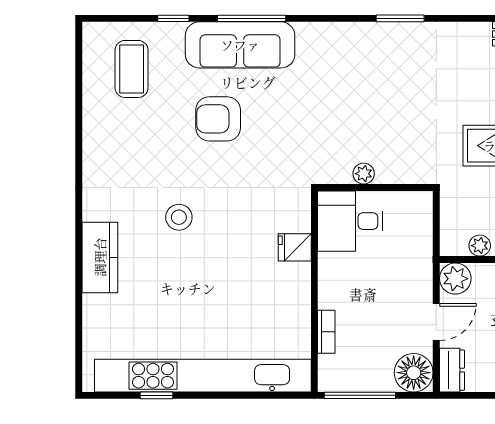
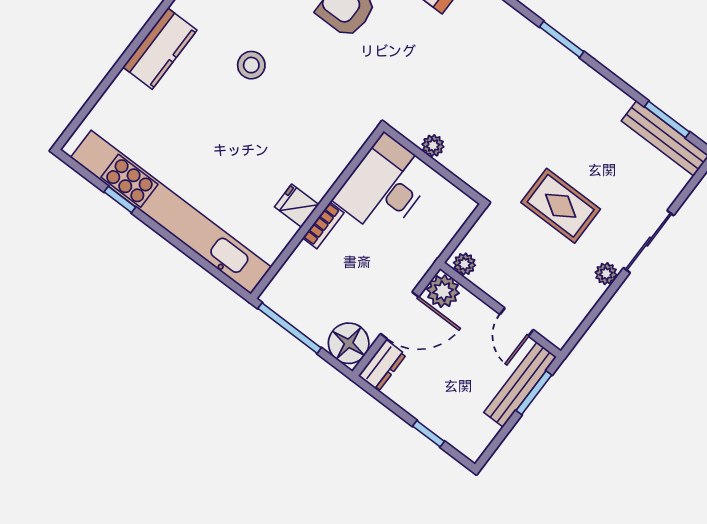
desk: (350, 221) -> (385, 186), width x1.37
plant: (480, 246) -> (464, 264), moved
fridge: (295, 247) -> (297, 206), moved
door: (436, 322) -> (400, 315), width x1.38
bookcase: (326, 332) -> (323, 225), moved

